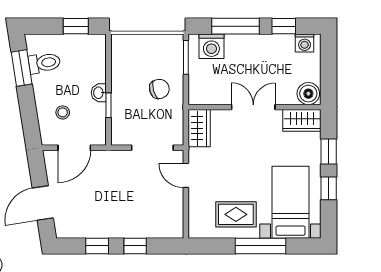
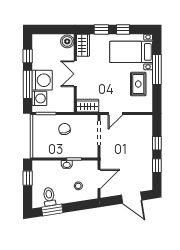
washing machine: (305, 43) -> (42, 80), moved, width x1.89, depth x1.89
door: (74, 148) -> (99, 179), hinge flipped

